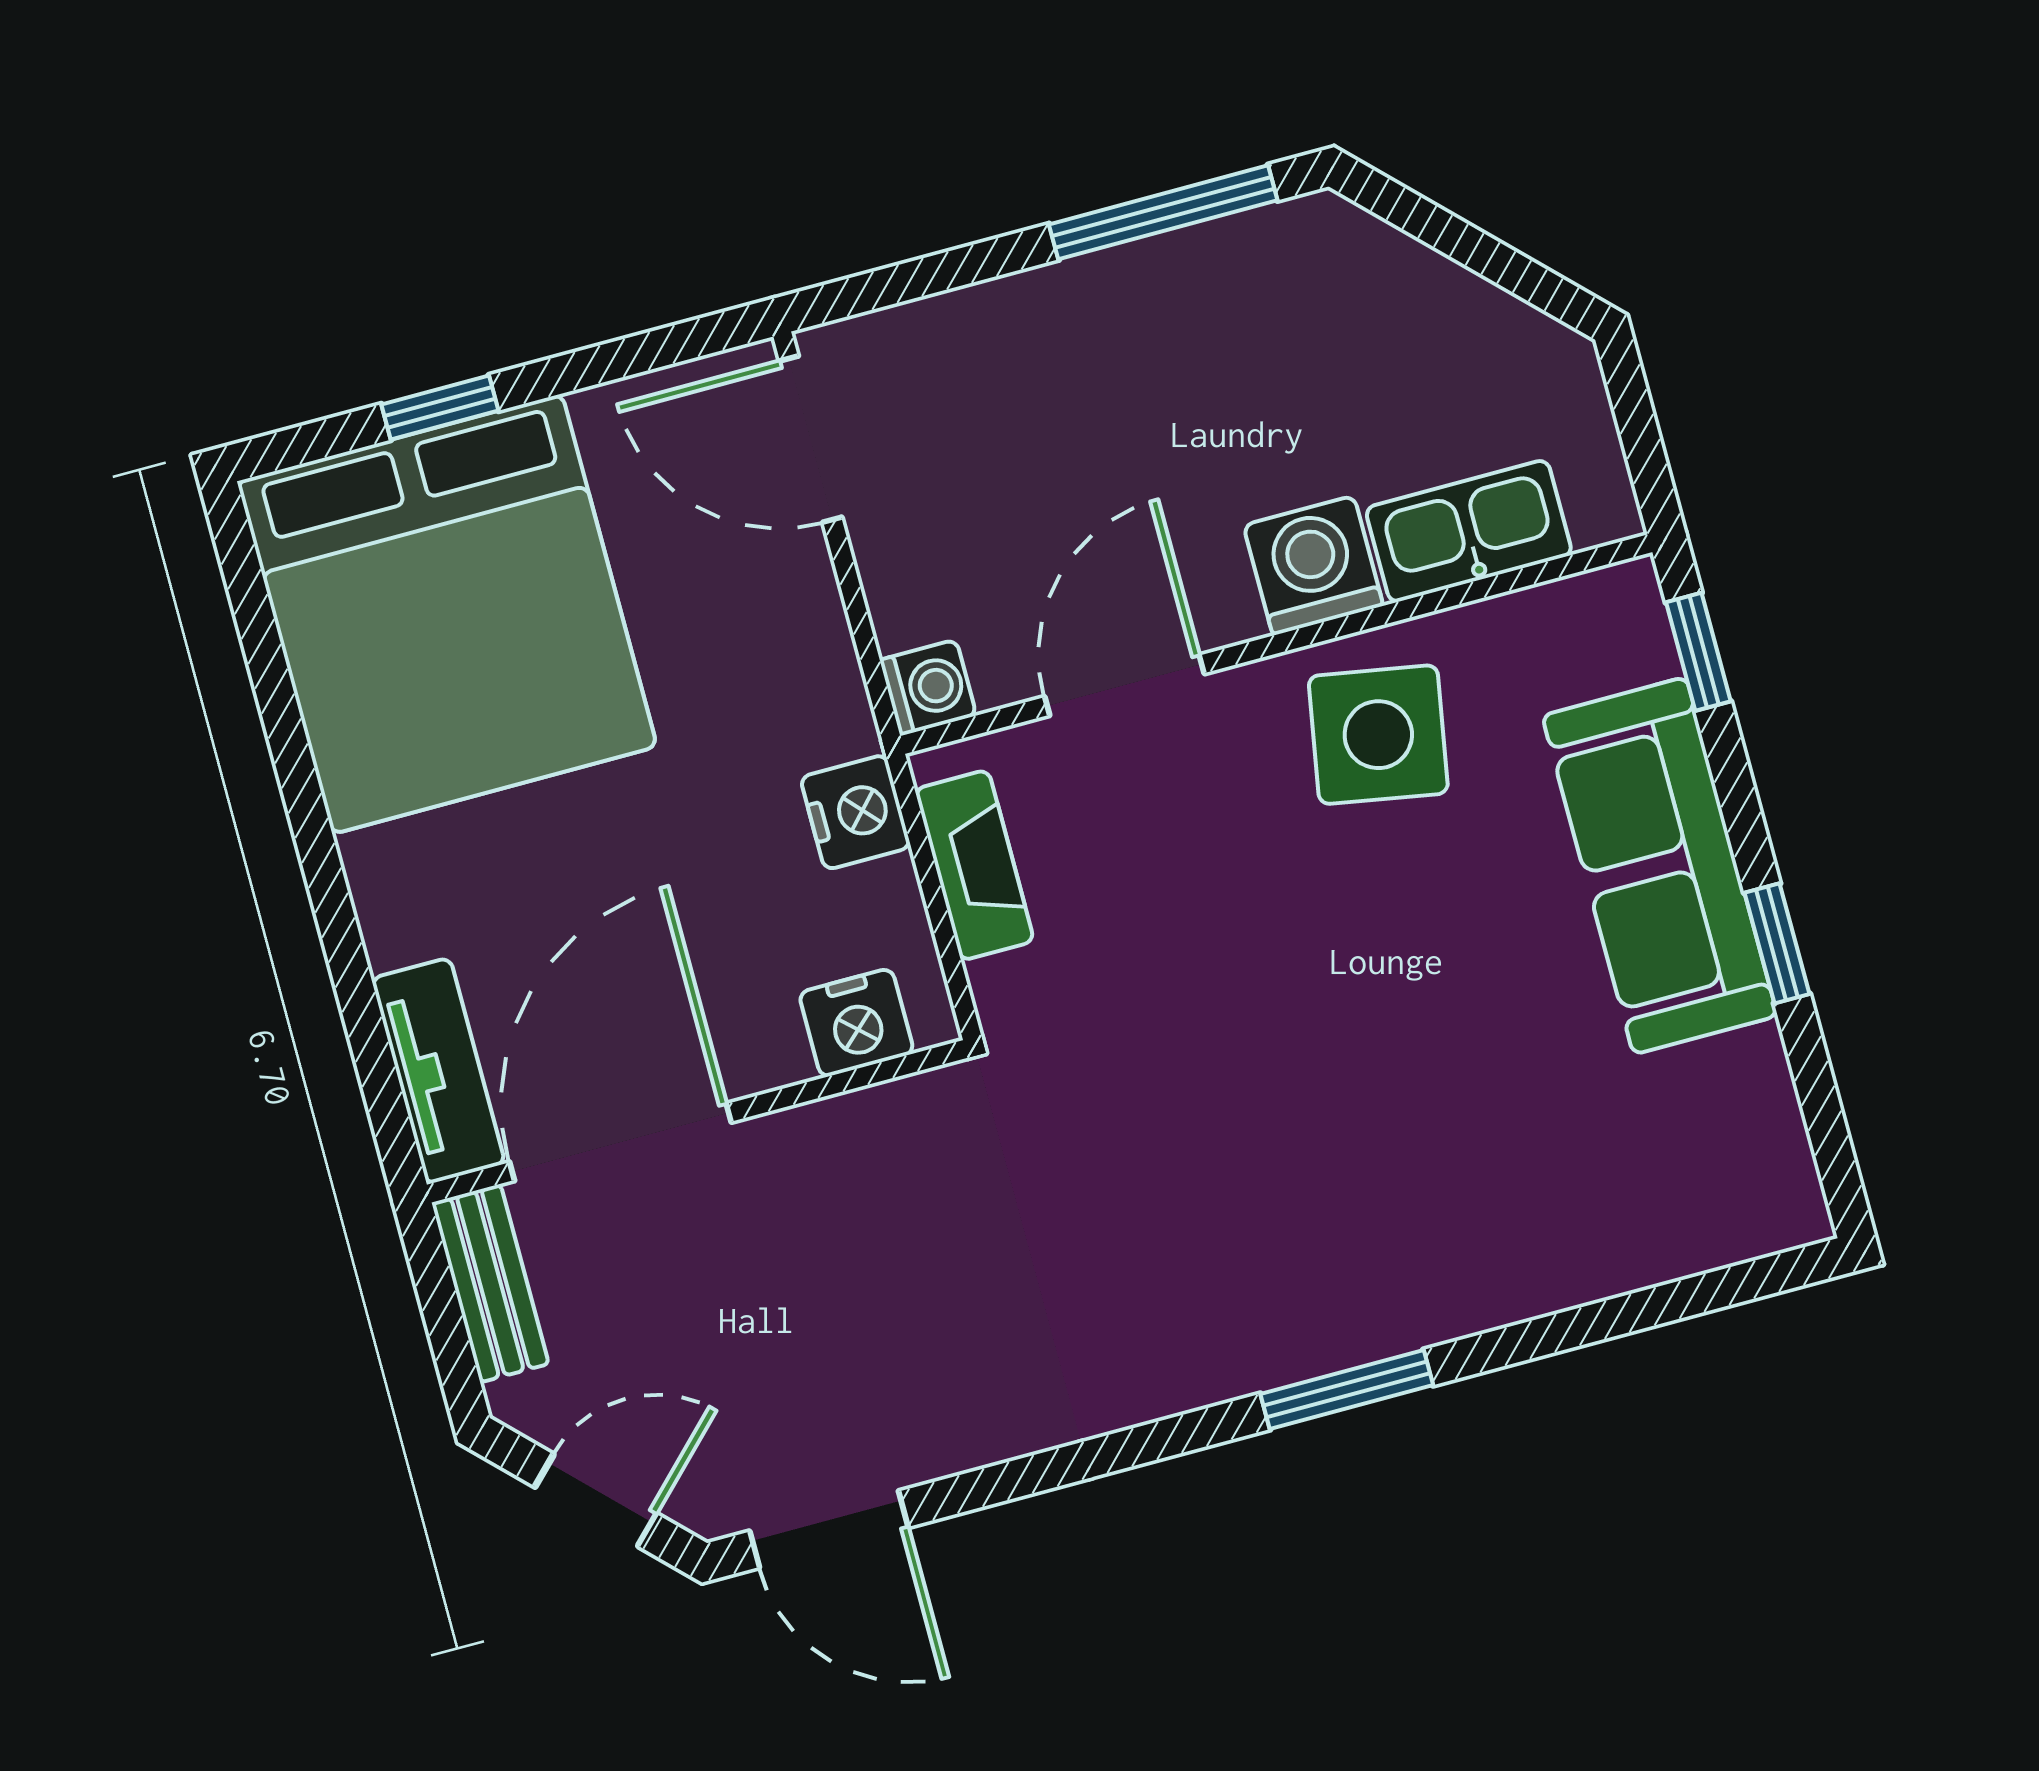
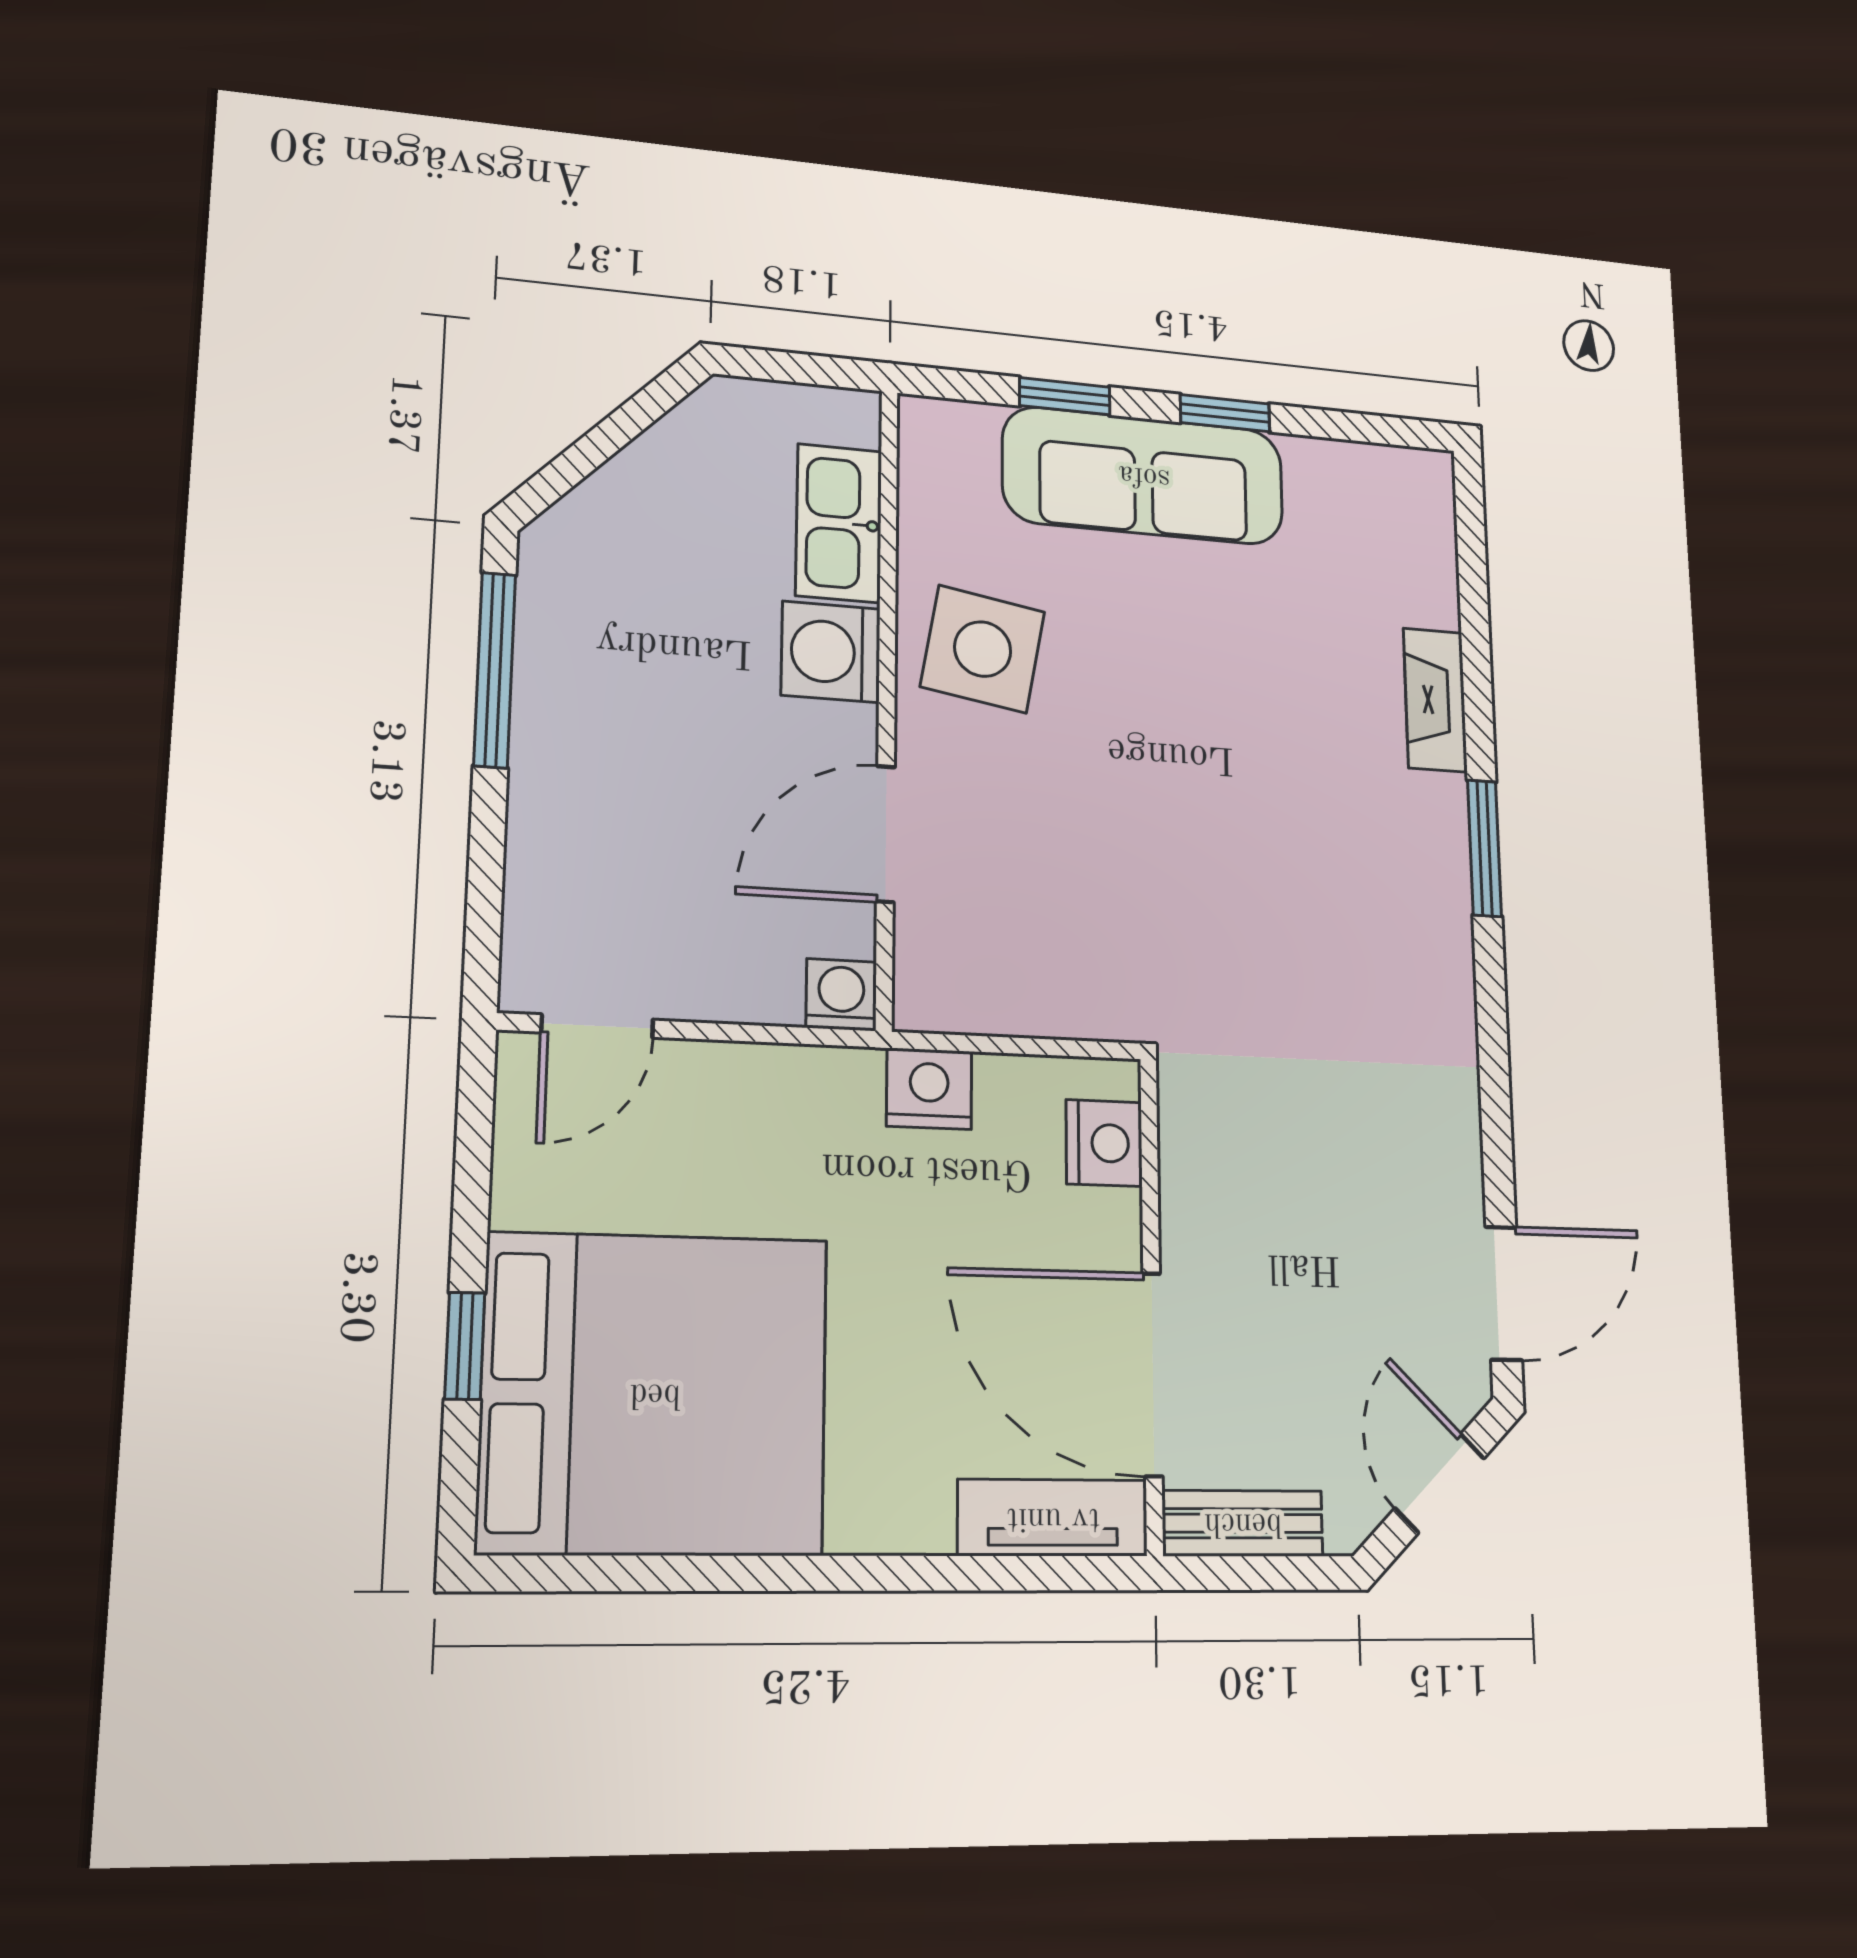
door: (811, 439) -> (597, 1026), width x0.73
window: (1698, 652) -> (1065, 396), moved
door: (1125, 685) -> (886, 834), hinge flipped
fireplace: (974, 865) -> (1435, 700), moved, turned -90

